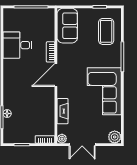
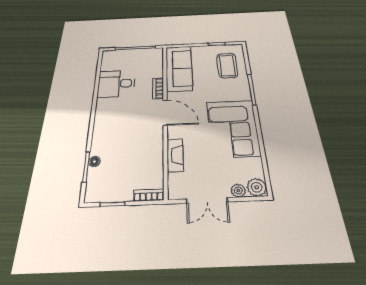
sofa: (67, 26) -> (179, 68), width x1.36
door: (56, 75) -> (165, 113), swing flipped
plant: (62, 139) -> (238, 190), moved

